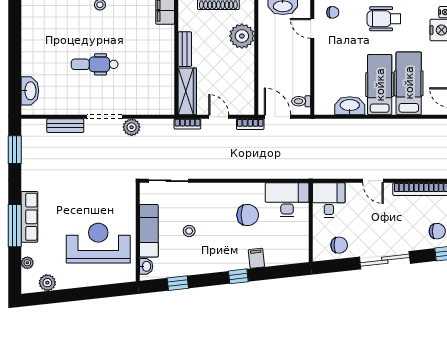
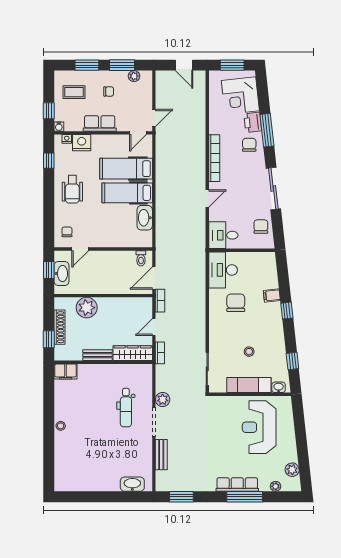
dental chair: (95, 64) -> (126, 408), moved

